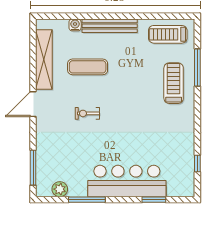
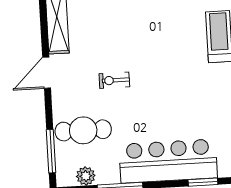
exercise mat: (88, 67) -> (111, 23), removed
cafe table: (60, 152) -> (83, 130), added

